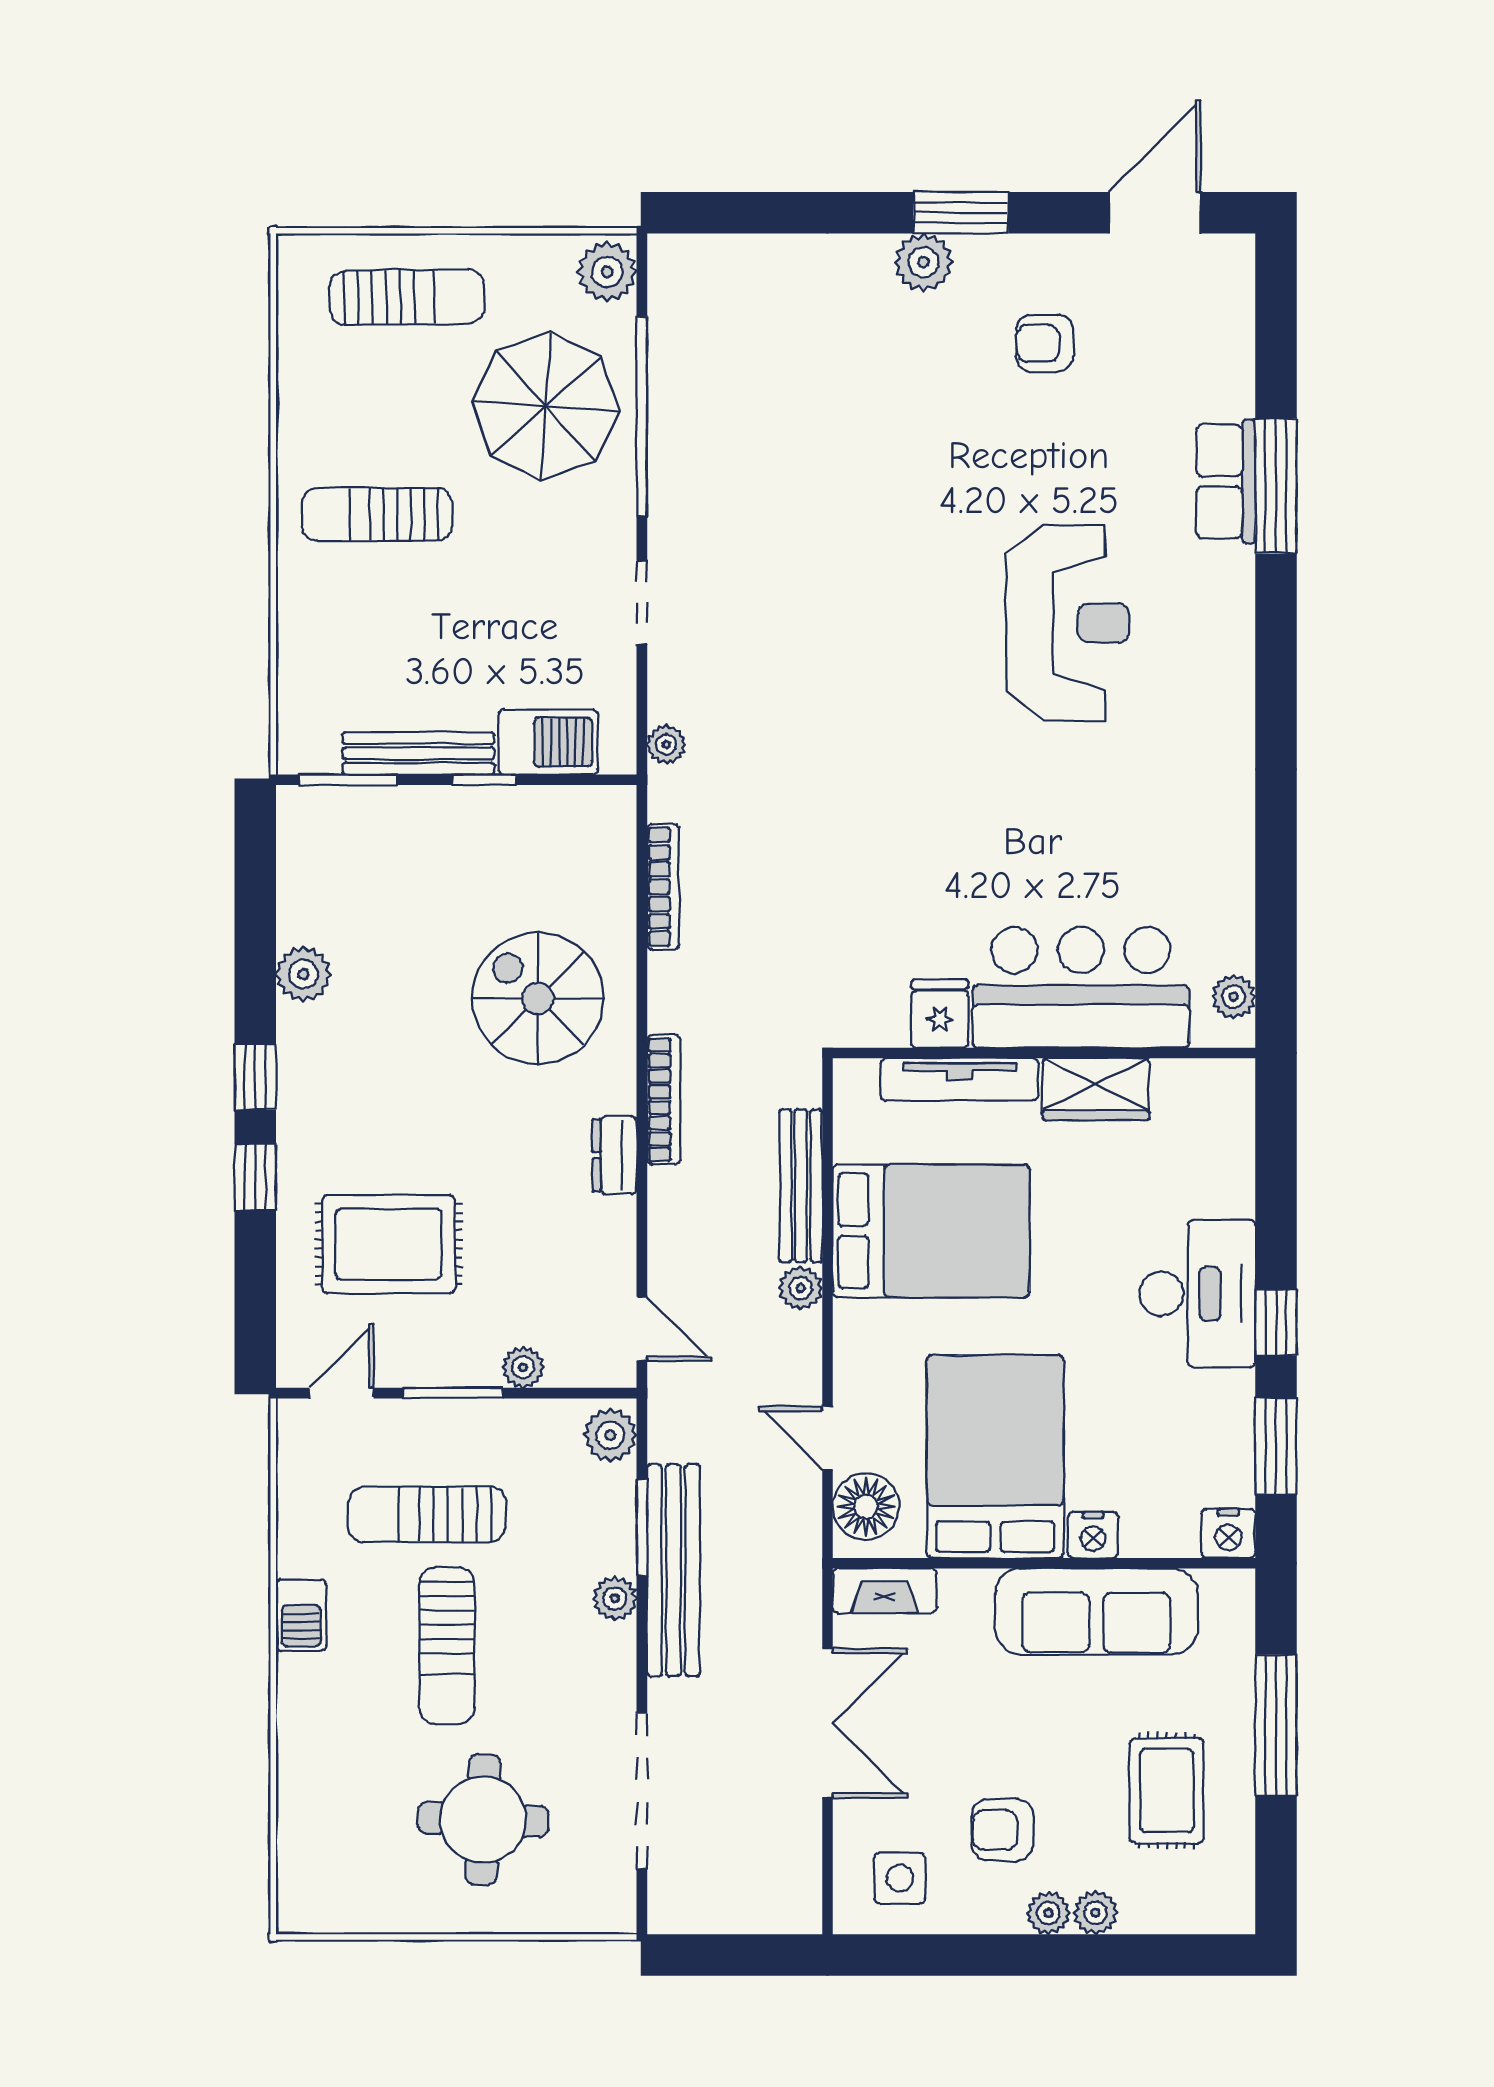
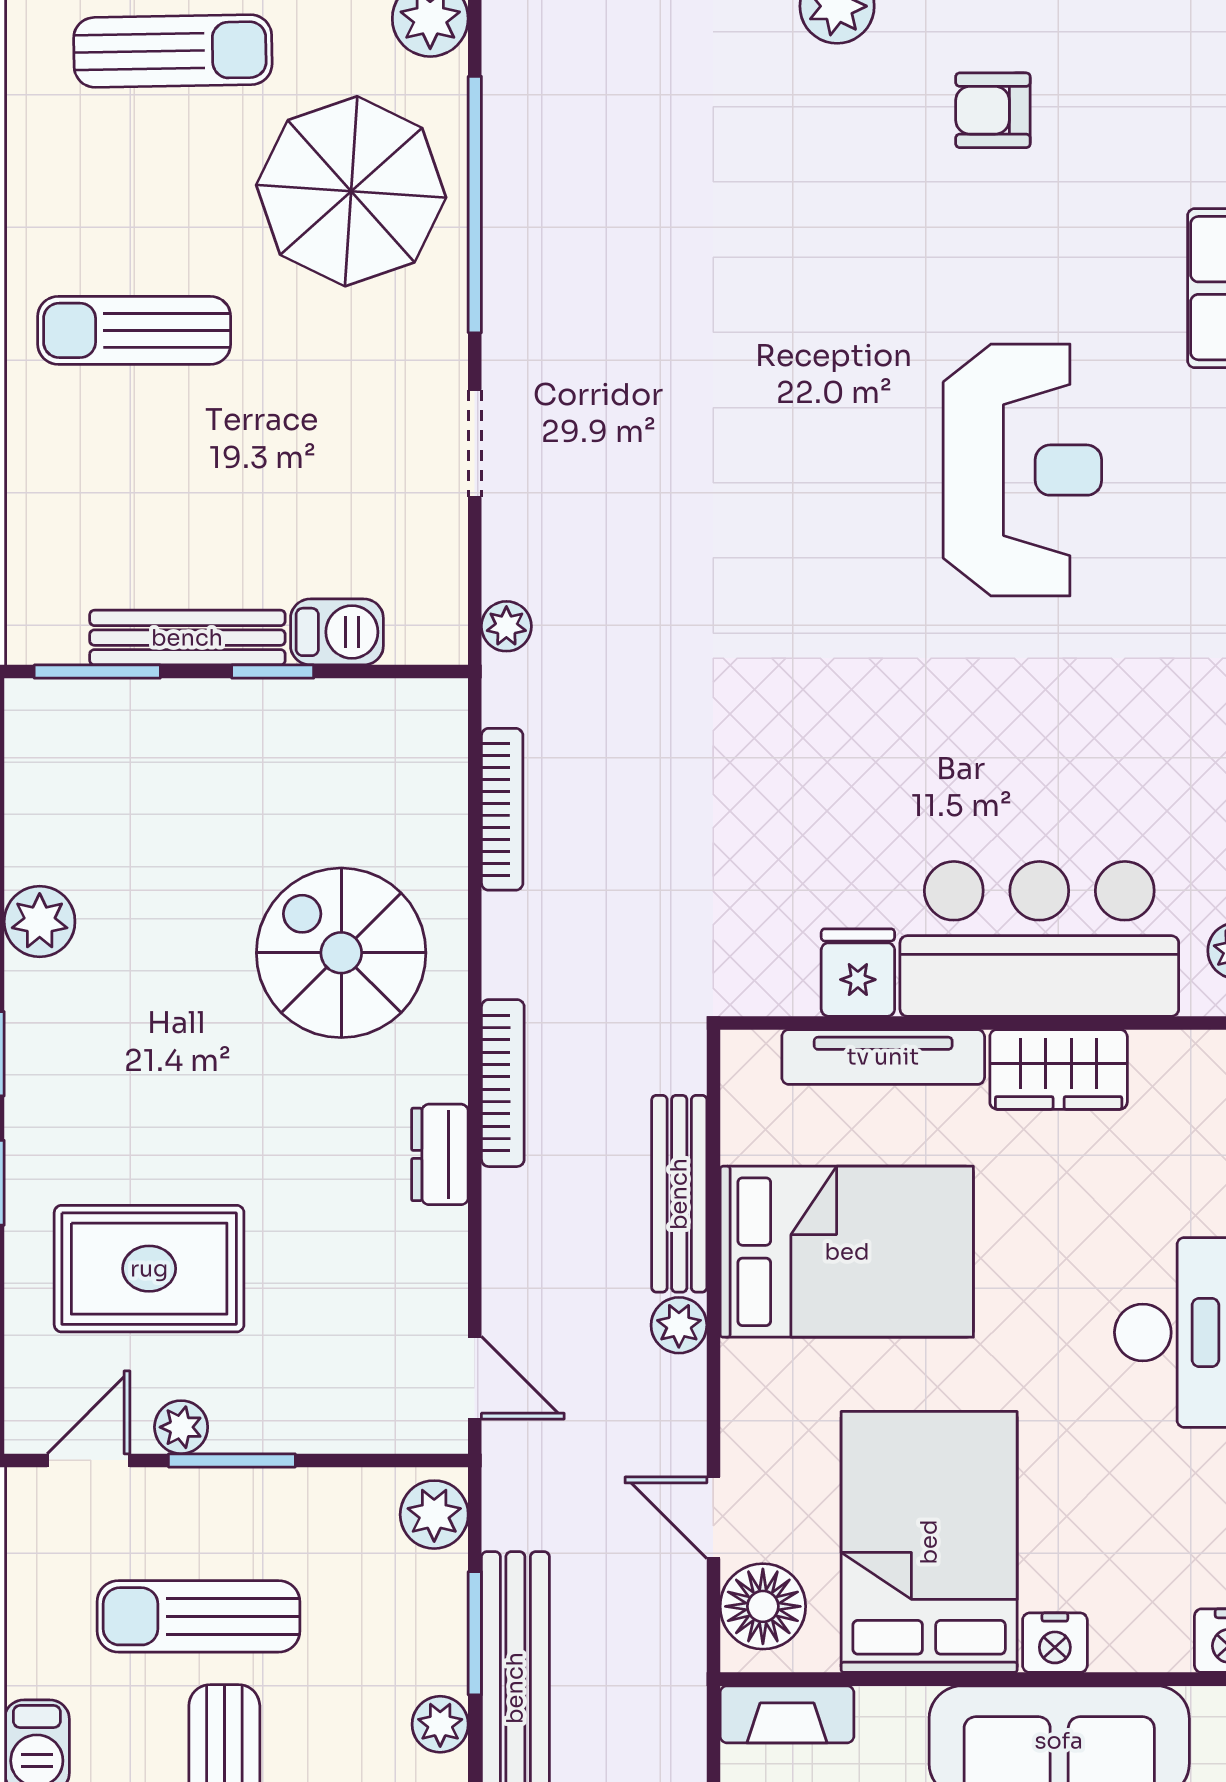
barbecue: (548, 742) -> (337, 632), width x0.73, depth x0.79
plant: (523, 1367) -> (181, 1427), moved

